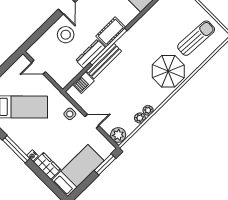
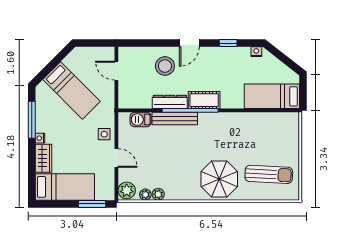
plant: (148, 110) -> (145, 195), moved

